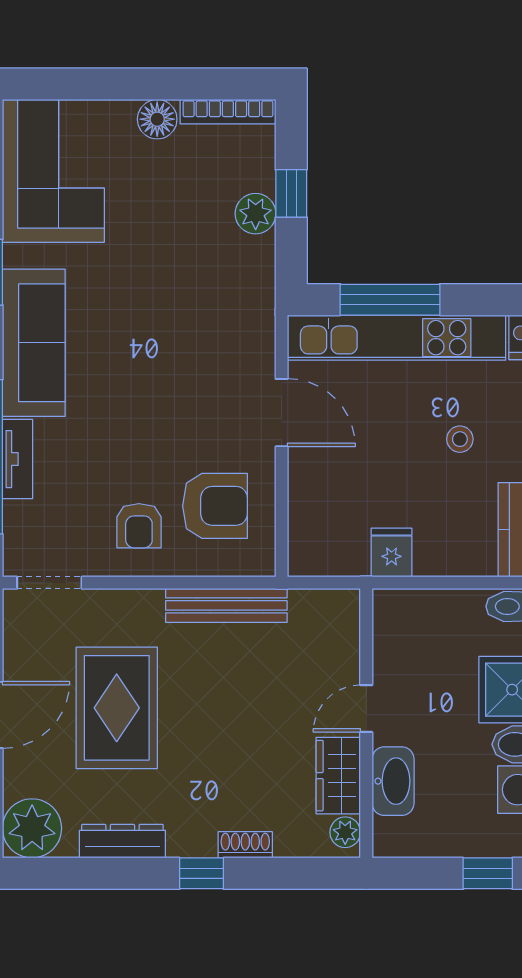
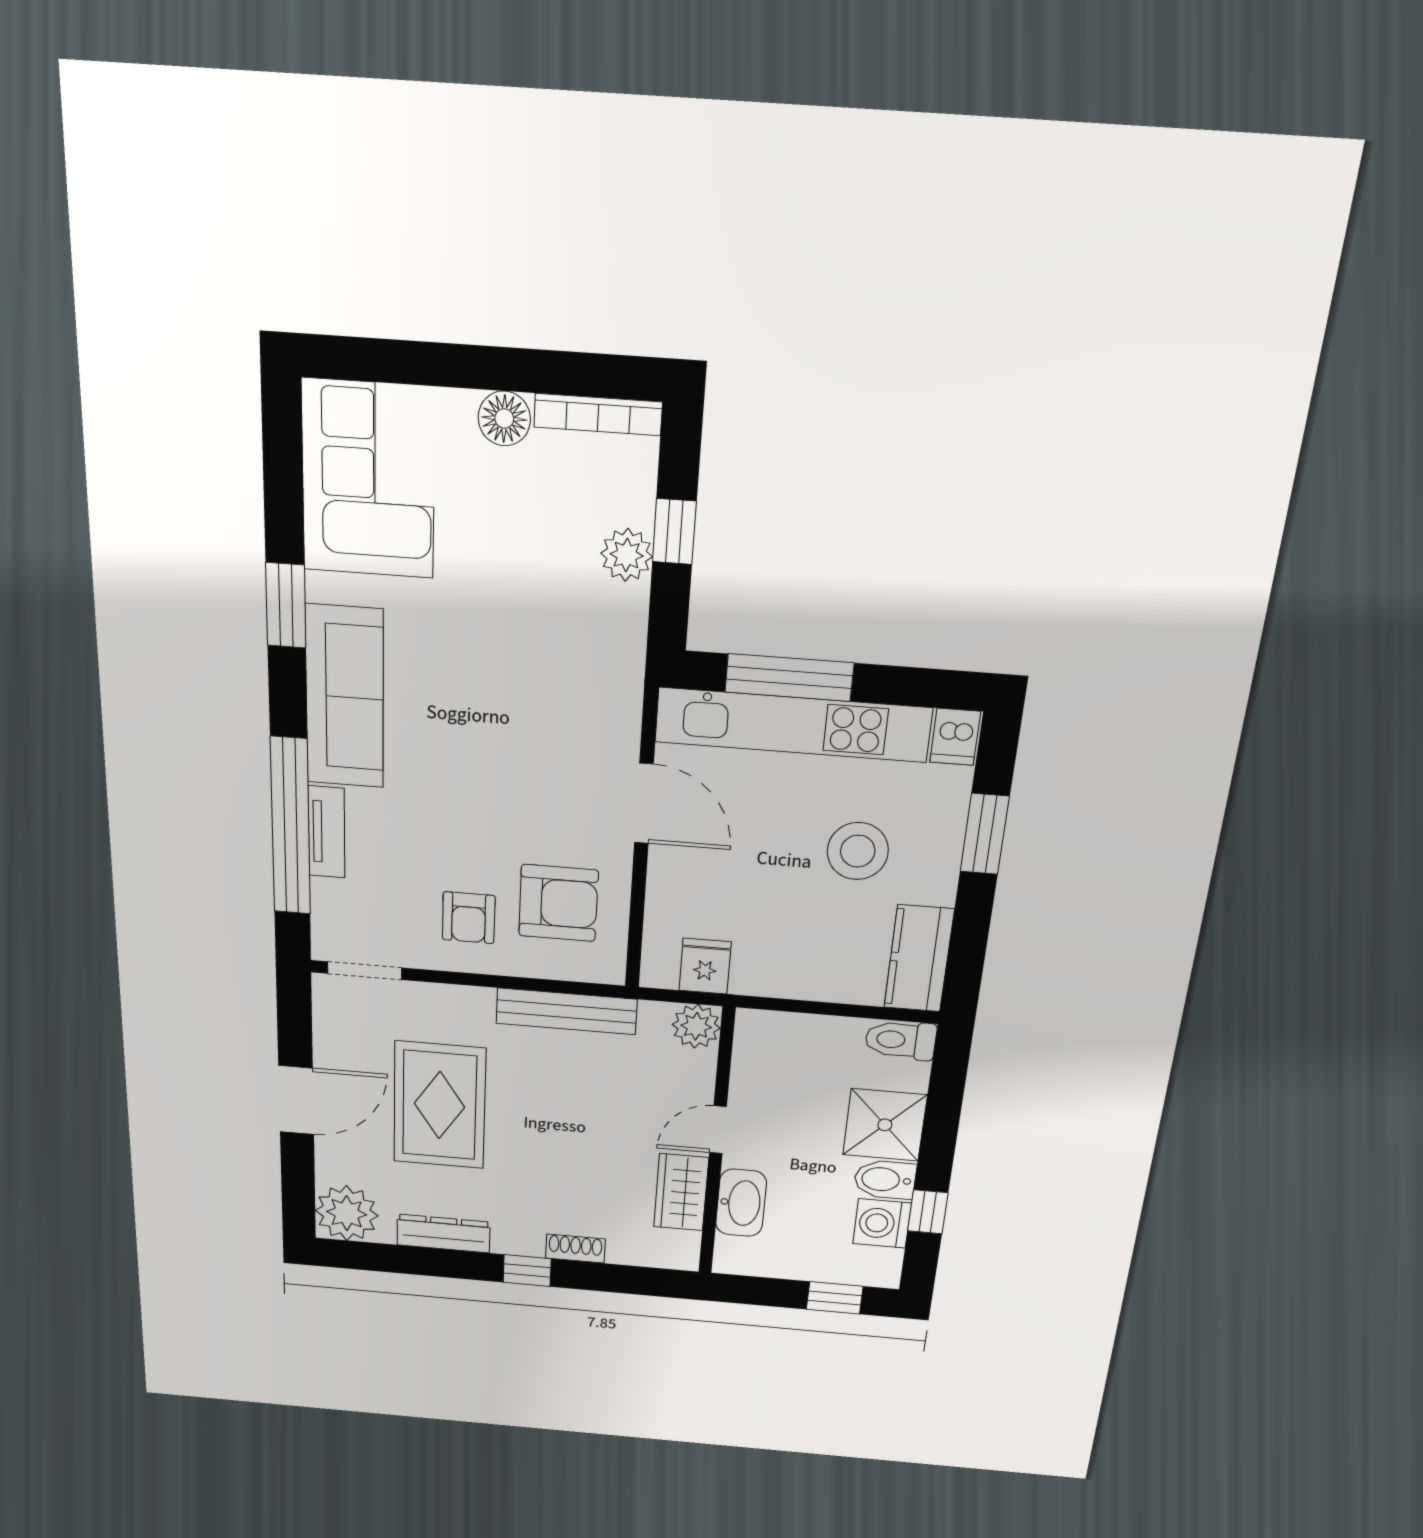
stool: (460, 439) -> (858, 851), width x1.89, depth x1.89
fridge: (392, 553) -> (705, 966), moved
plant: (345, 832) -> (696, 1026), moved, width x1.38, depth x1.38

